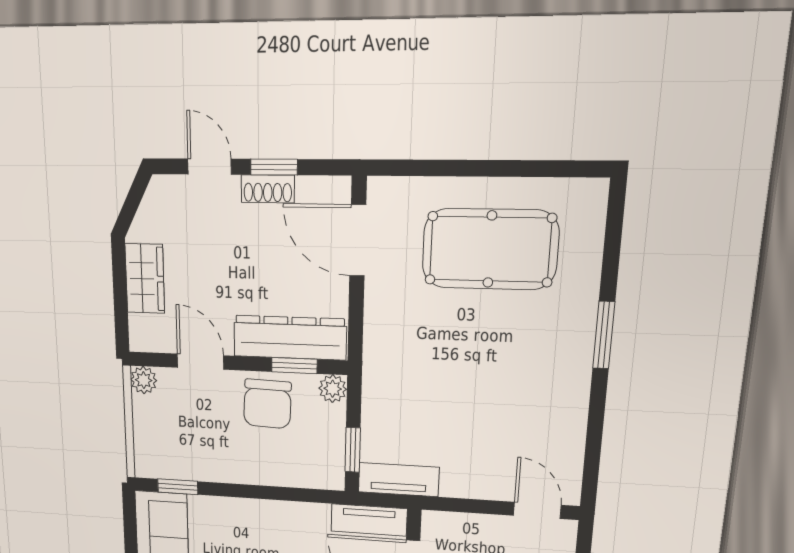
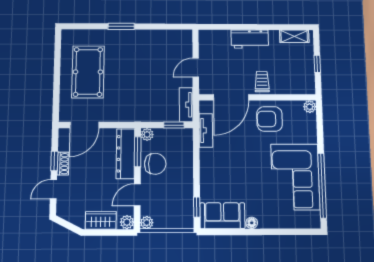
plant: (143, 337) -> (127, 222), added
window: (294, 366) -> (138, 152), width x1.50
door: (537, 510) -> (196, 68), moved
tv unit: (369, 520) -> (206, 130), moved

